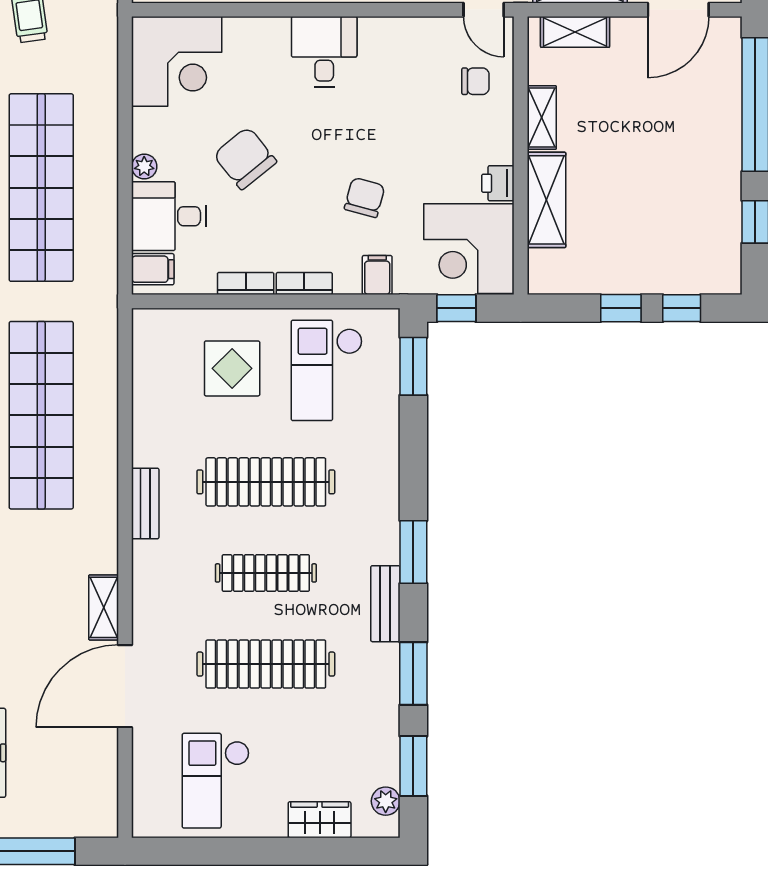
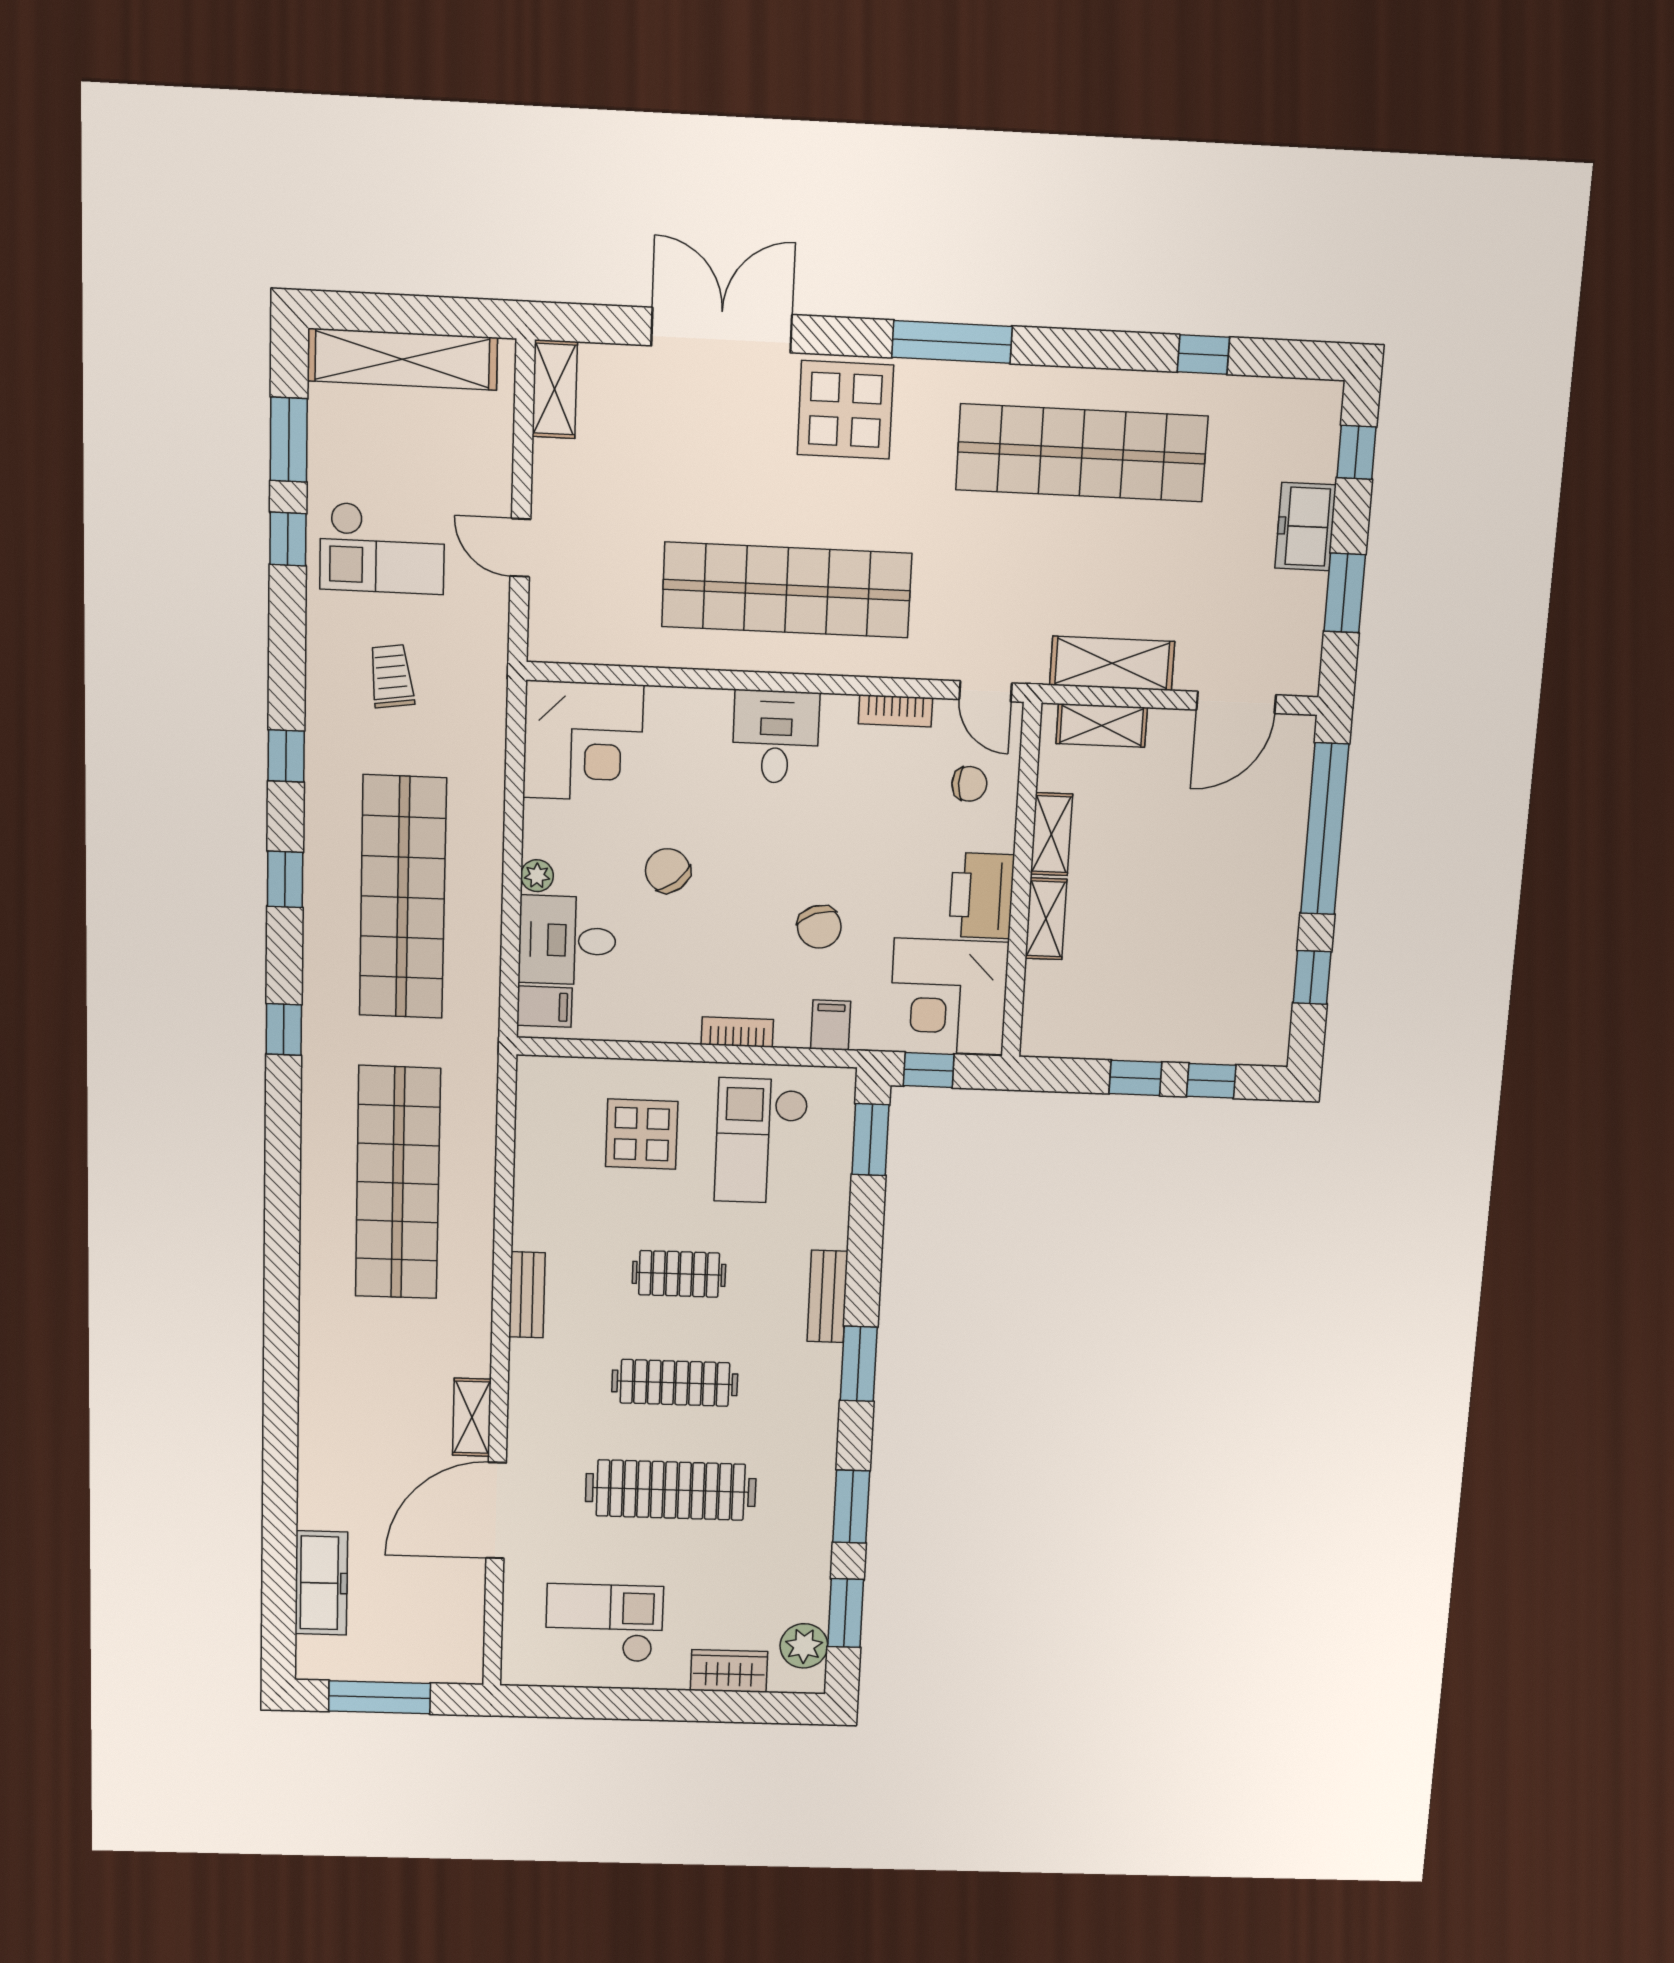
chair: (245, 158) -> (668, 870), width x0.73, depth x0.73
printer: (498, 183) -> (982, 896), width x1.87, depth x1.48
chair: (365, 197) -> (819, 927), turned 145
shelving: (546, 200) -> (1046, 919), width x0.67, depth x0.75
bookcase: (246, 283) -> (895, 711), moved, turned 180
clothes rail: (266, 482) -> (679, 1274), width x0.54, depth x0.76
bench: (385, 604) -> (827, 1296), moved
checkout: (216, 781) -> (604, 1623), turned 90
plant: (386, 801) -> (804, 1646), width x1.38, depth x1.38

